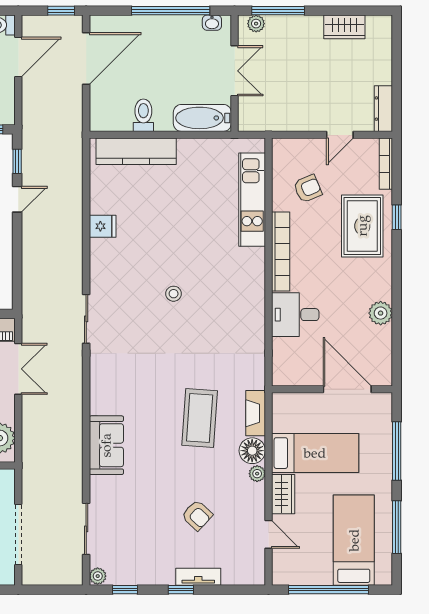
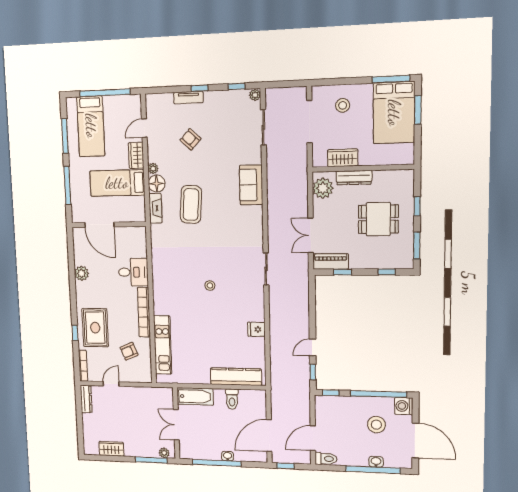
washbasin: (212, 23) -> (228, 456), moved
door: (268, 534) -> (144, 128), hinge flipped

